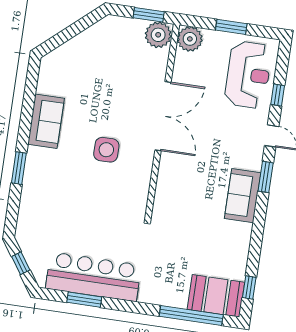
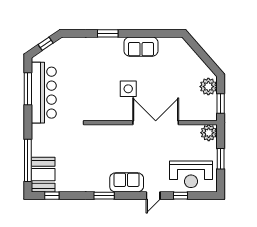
plant: (158, 35) -> (208, 87), moved
double door: (163, 116) -> (156, 123), swing flipped
window: (266, 177) -> (104, 196), moved
sofa: (243, 196) -> (127, 182), moved
window: (84, 300) -> (28, 89), width x1.44

